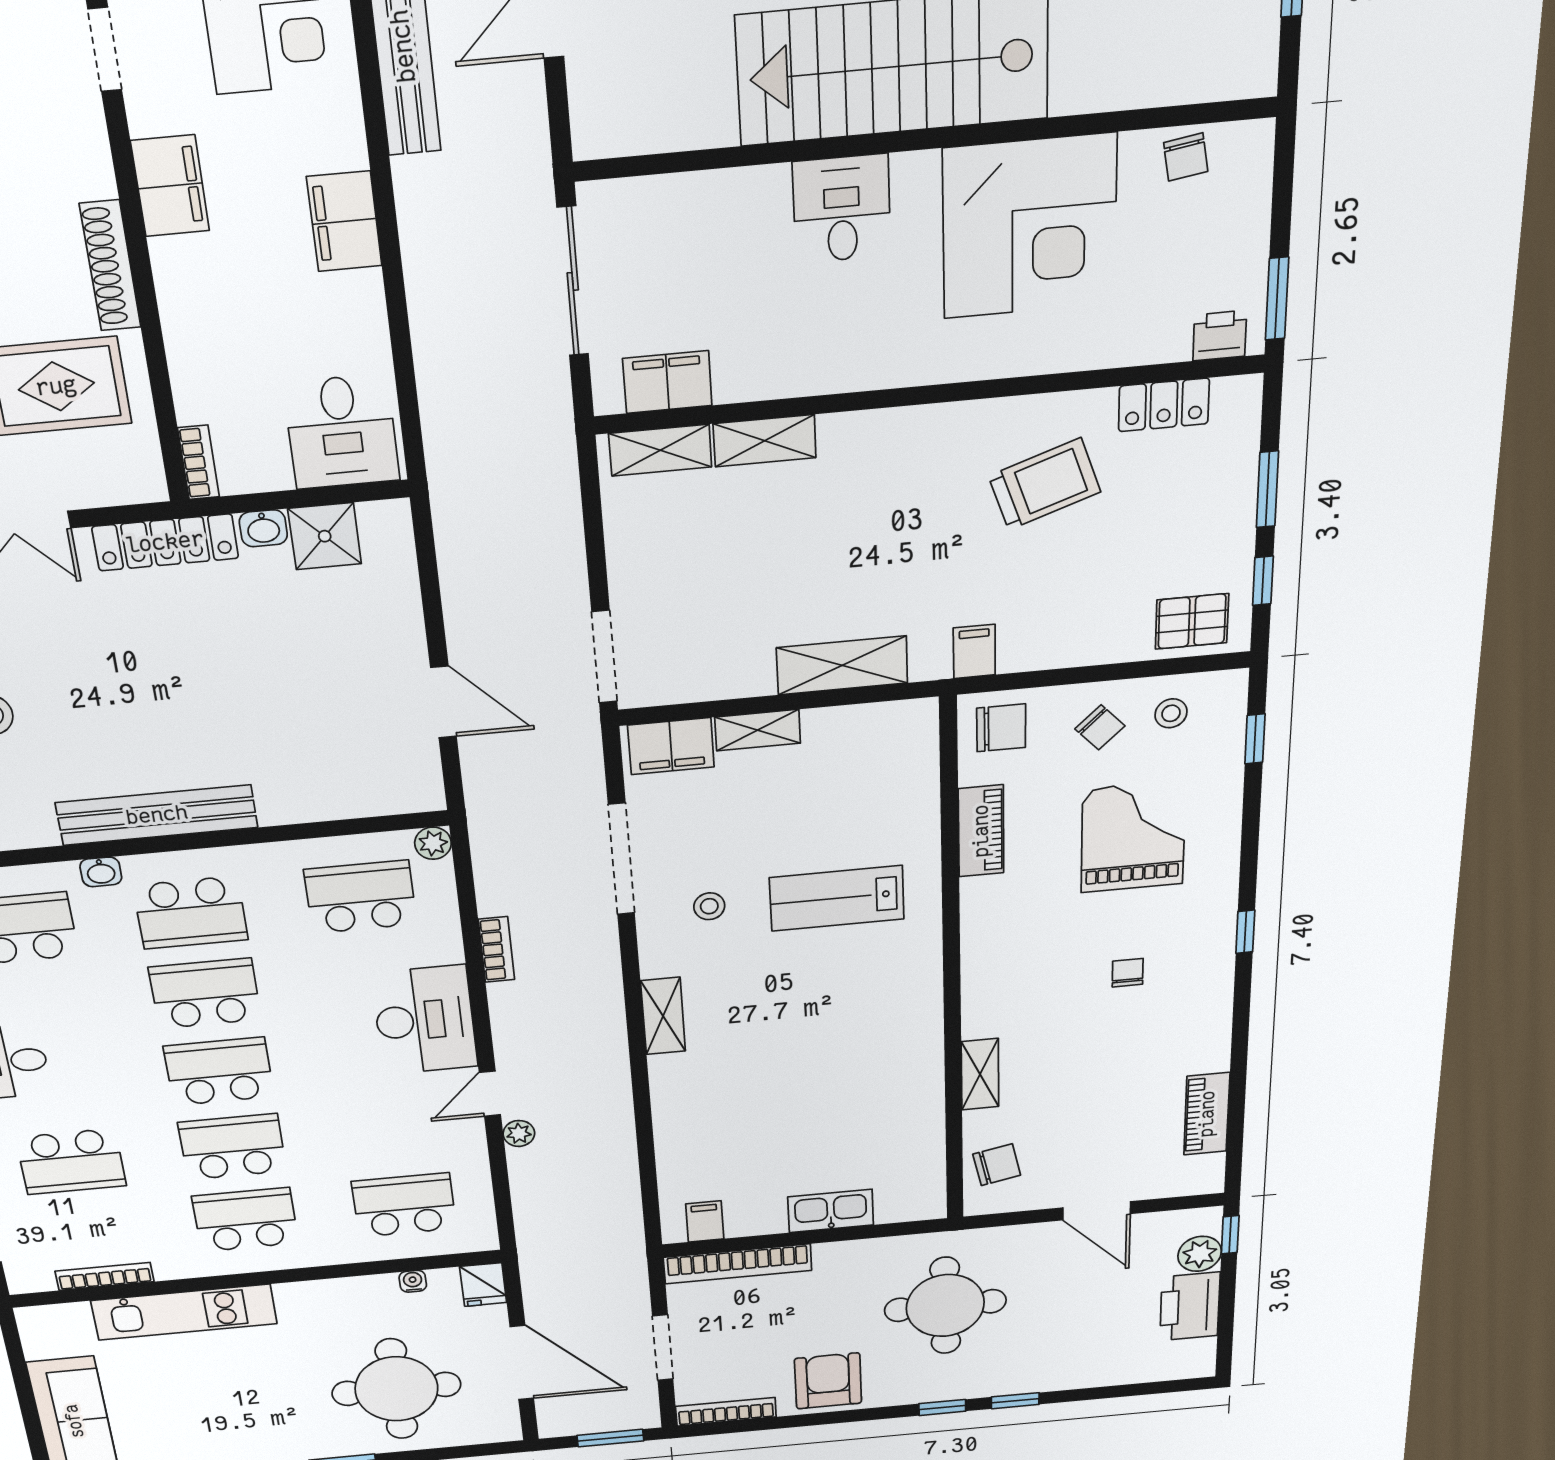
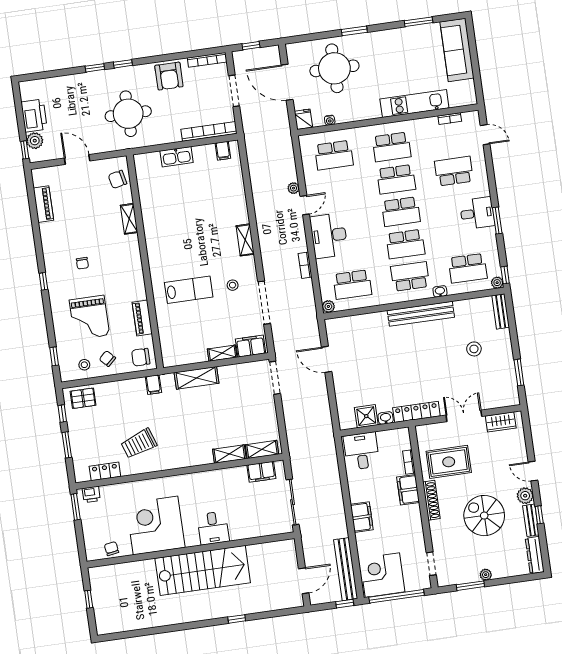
filing cabinet: (170, 186) -> (408, 490), moved
bookcase: (198, 462) -> (409, 462), moved
bookcase: (105, 1276) -> (450, 119), width x0.64
window: (610, 1438) -> (251, 46), width x0.67

